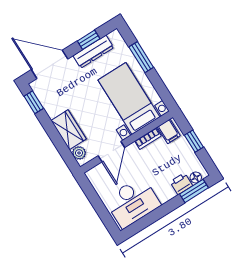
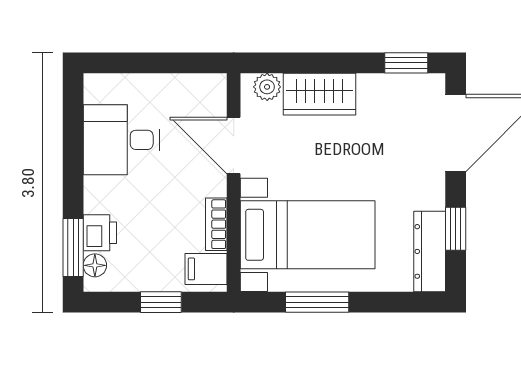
dresser: (93, 52) -> (430, 251), moved
window: (141, 57) -> (317, 302), moved
desk: (133, 202) -> (121, 140), width x0.73

